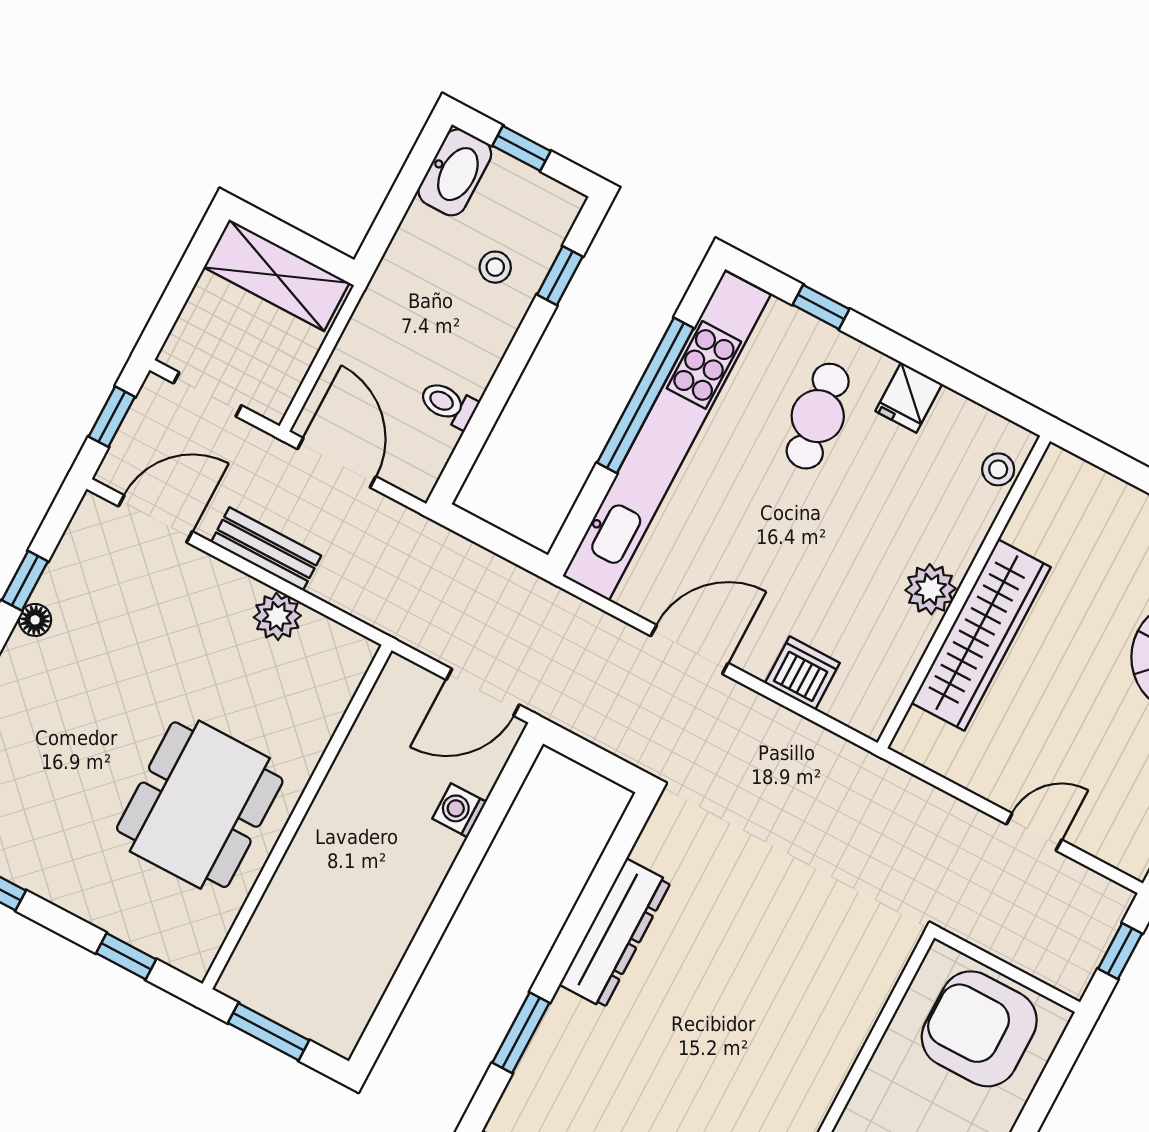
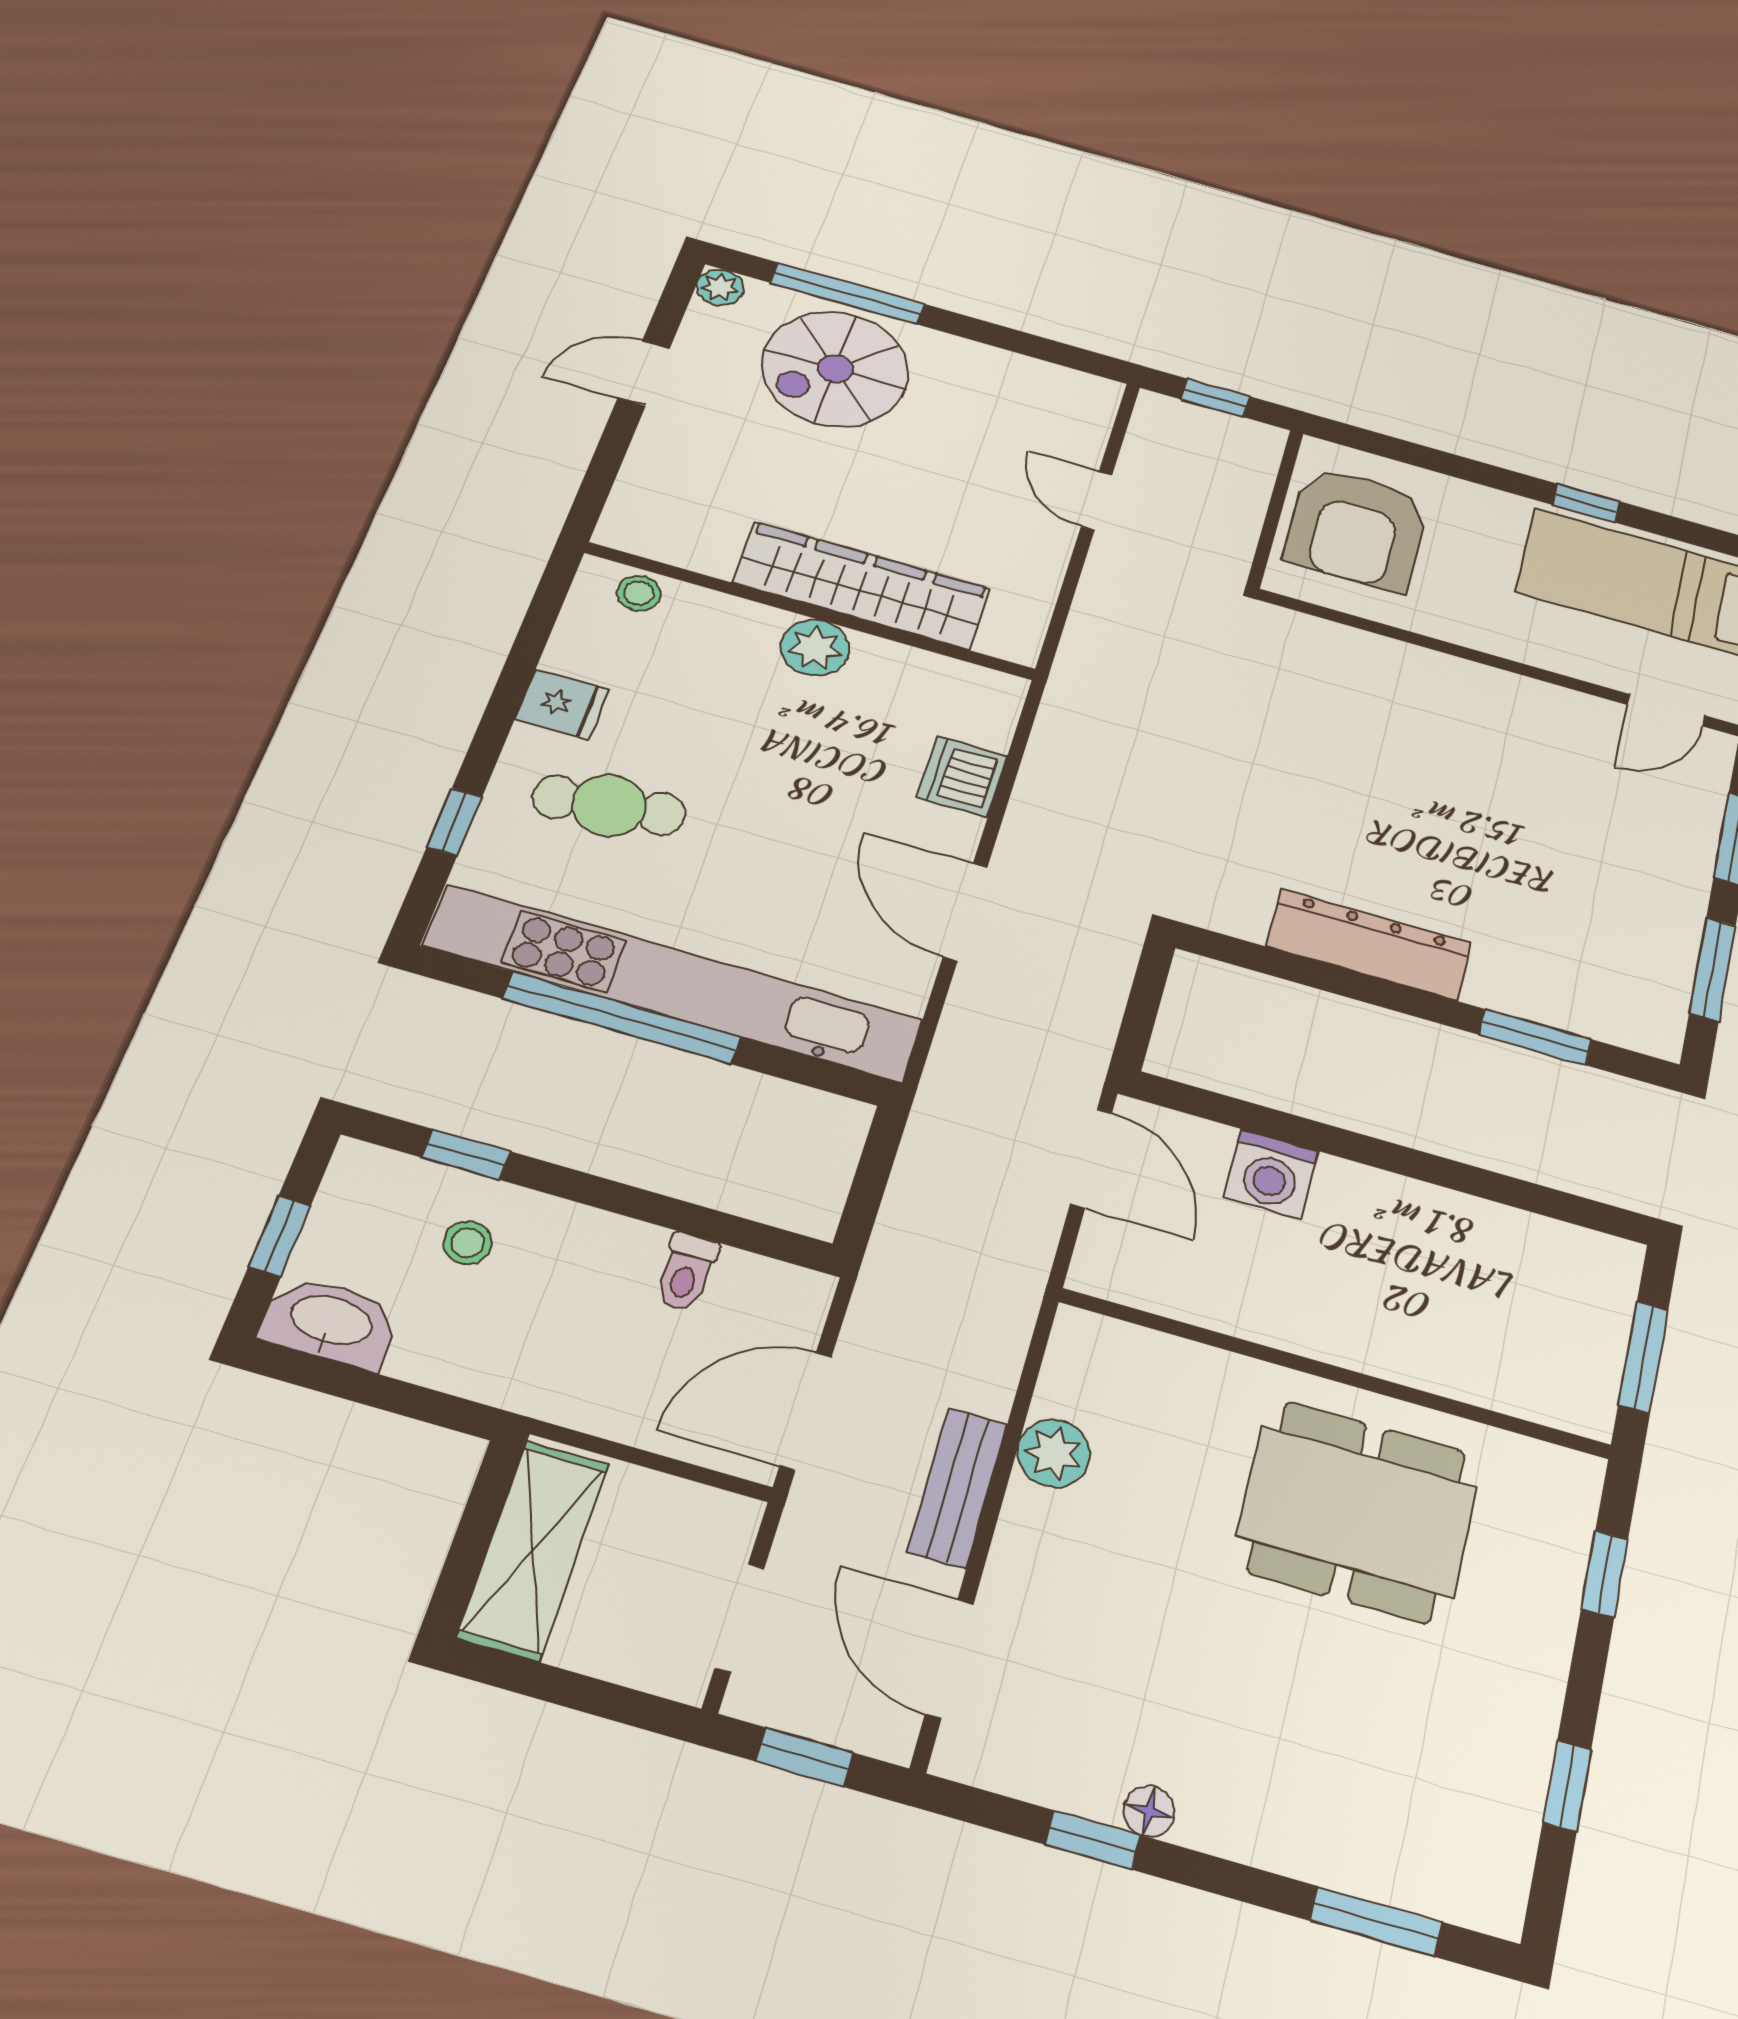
washing machine: (459, 810) -> (1271, 1174), width x1.38, depth x1.38

